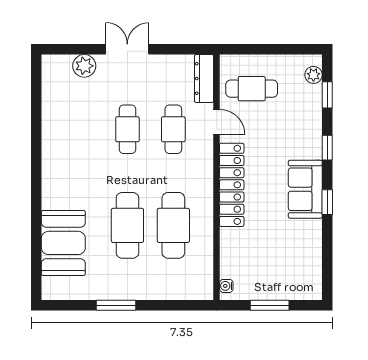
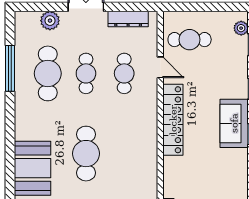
dresser: (204, 79) -> (128, 19), moved, turned -90
window: (36, 123) -> (10, 68), added
cafe table: (173, 225) -> (48, 73), moved

